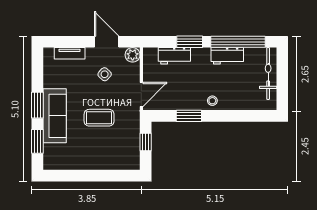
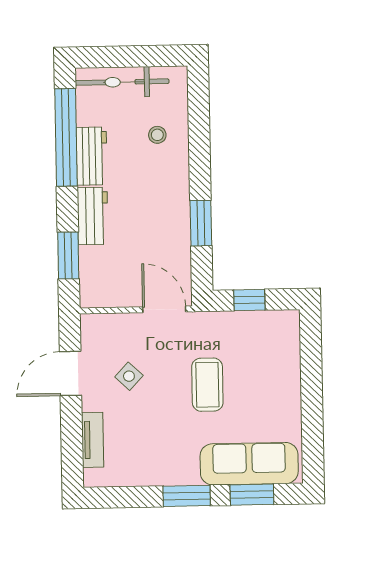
window: (190, 42) -> (68, 255), moved
plant: (133, 55) -> (93, 327), removed
workbench: (174, 56) -> (93, 216), moved
stool: (212, 101) -> (157, 135), moved
sofa: (55, 116) -> (249, 464), moved

